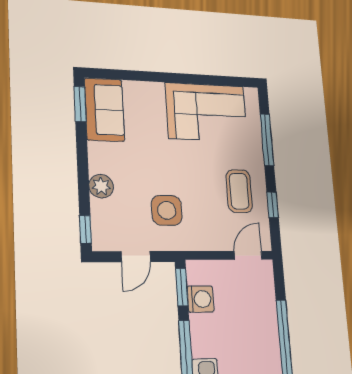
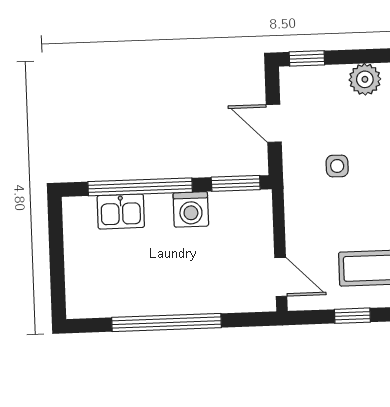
side table: (167, 210) -> (337, 166), width x0.54, depth x0.54
washing machine: (200, 299) -> (191, 209), moved

